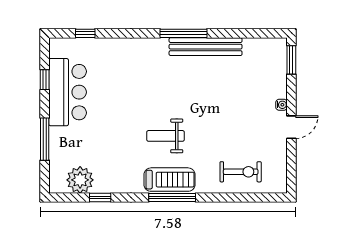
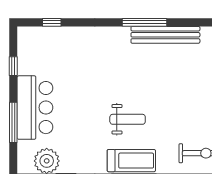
bar counter: (68, 92) -> (35, 108), moved
weight bench: (166, 136) -> (128, 119), turned 180

